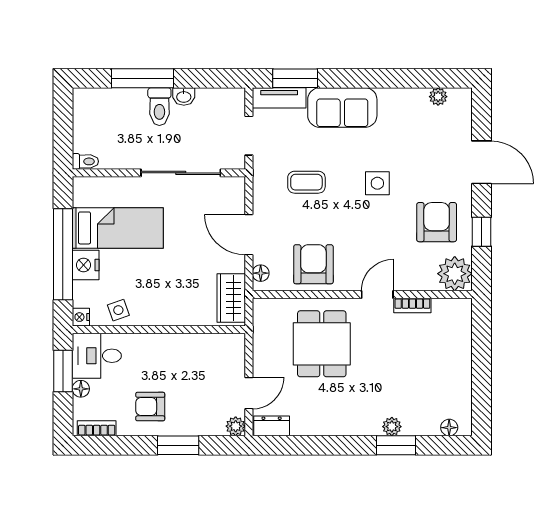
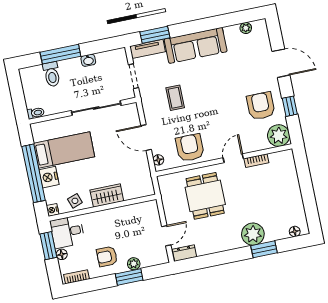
toilet: (159, 107) -> (52, 74), moved
sofa: (342, 108) -> (196, 45), width x1.36
coffee table: (306, 182) -> (175, 98), turned 90
side table: (377, 183) -> (219, 89), removed
wardrobe: (231, 298) -> (107, 195), moved, turned 90
plant: (236, 426) -> (134, 264), moved
plant: (392, 427) -> (253, 234), width x1.88, depth x1.88

